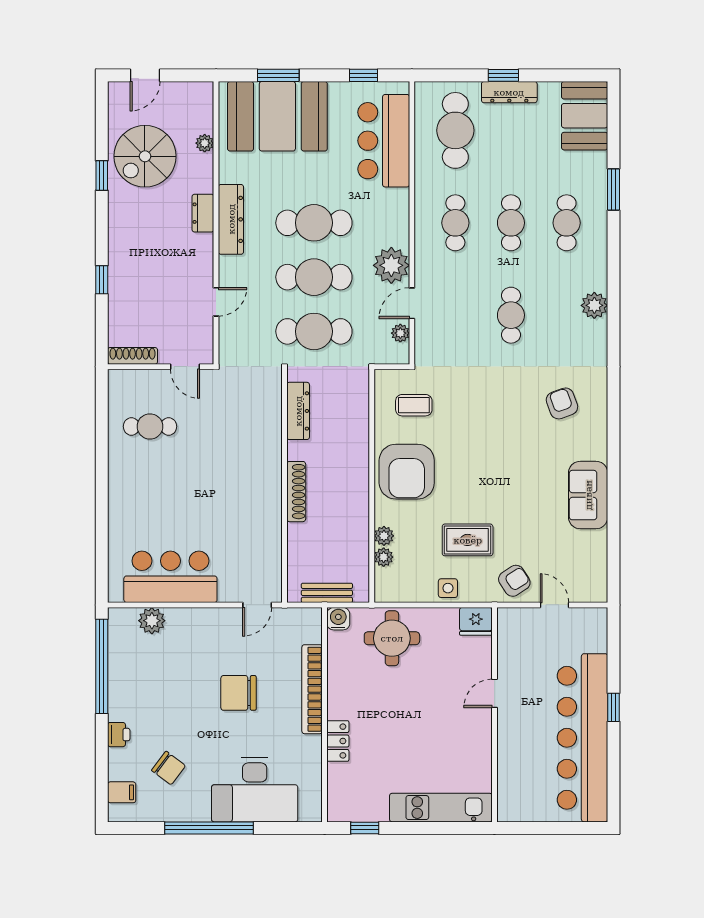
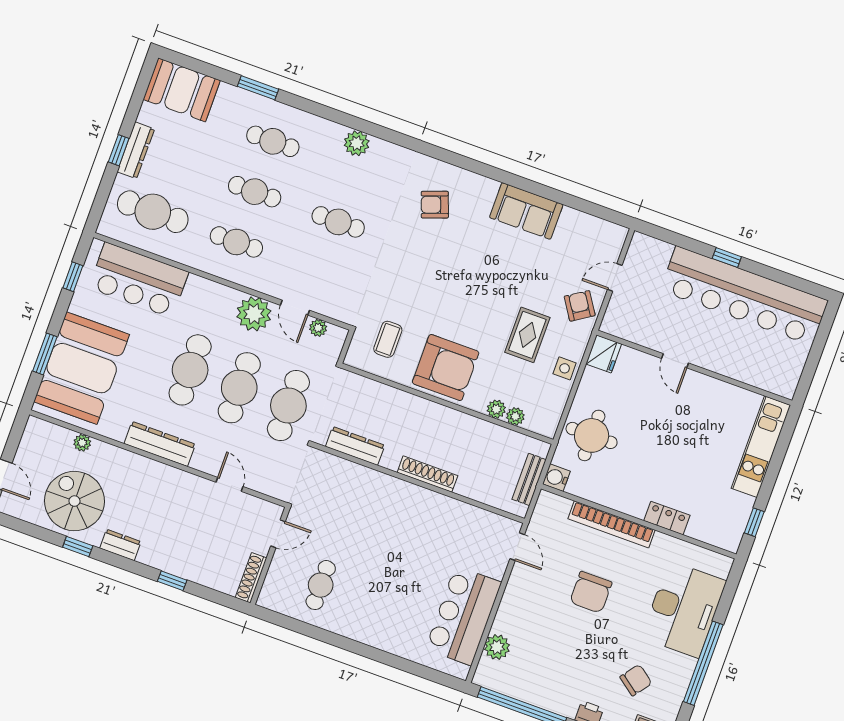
spiral stairs: (145, 156) -> (74, 501), turned 180
dresser: (203, 213) -> (120, 545), moved, turned 180

